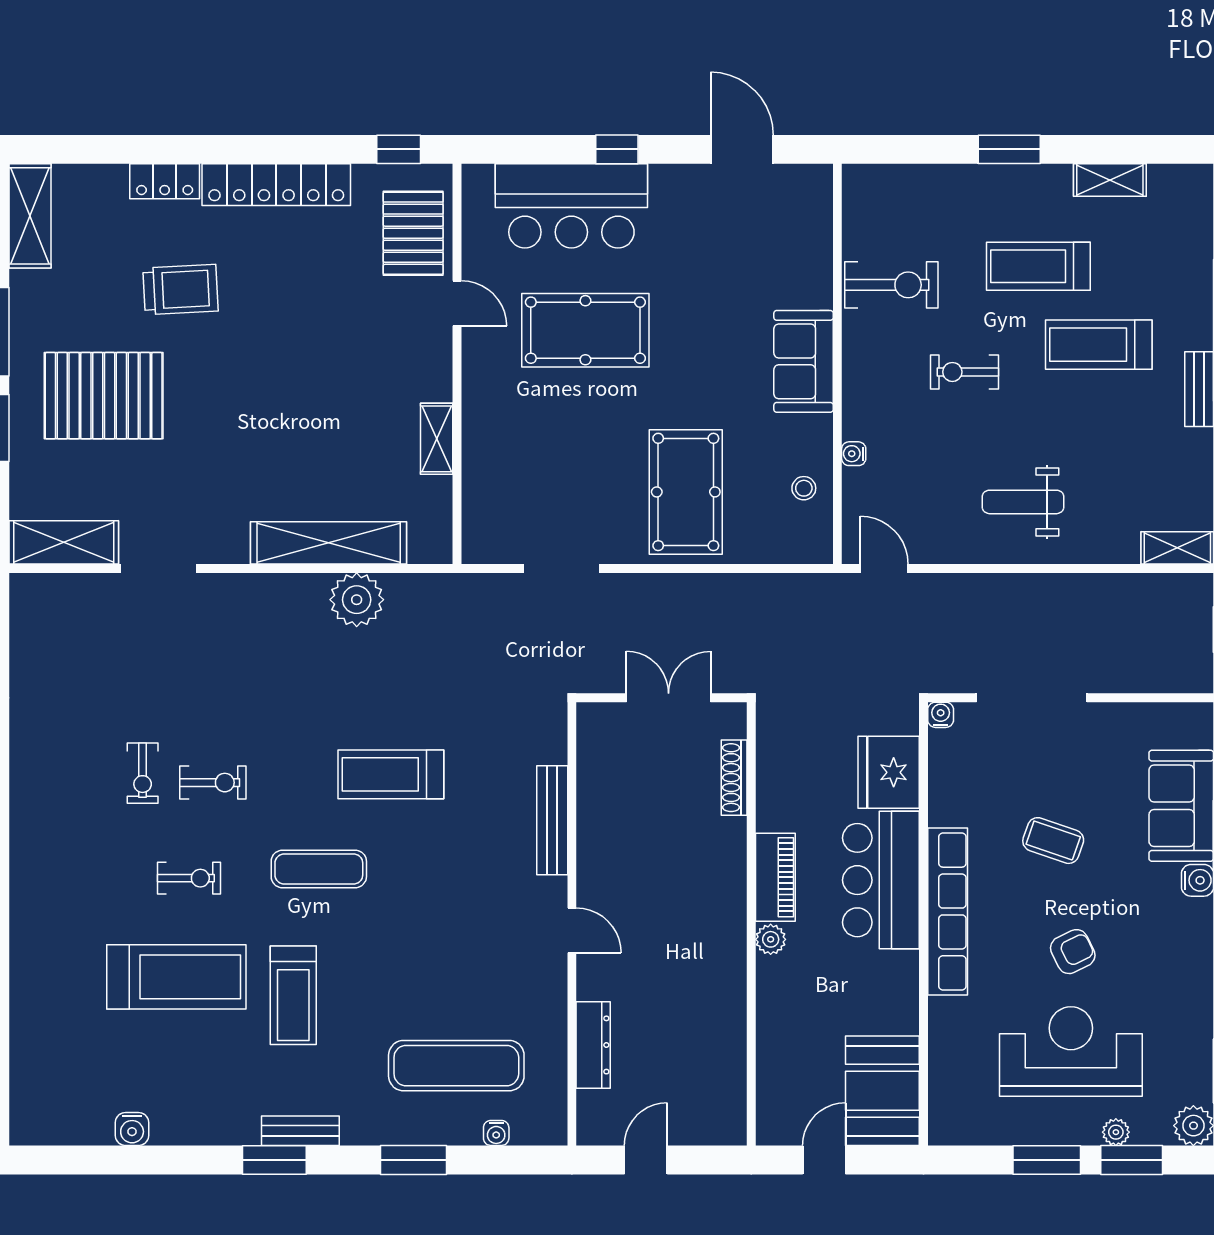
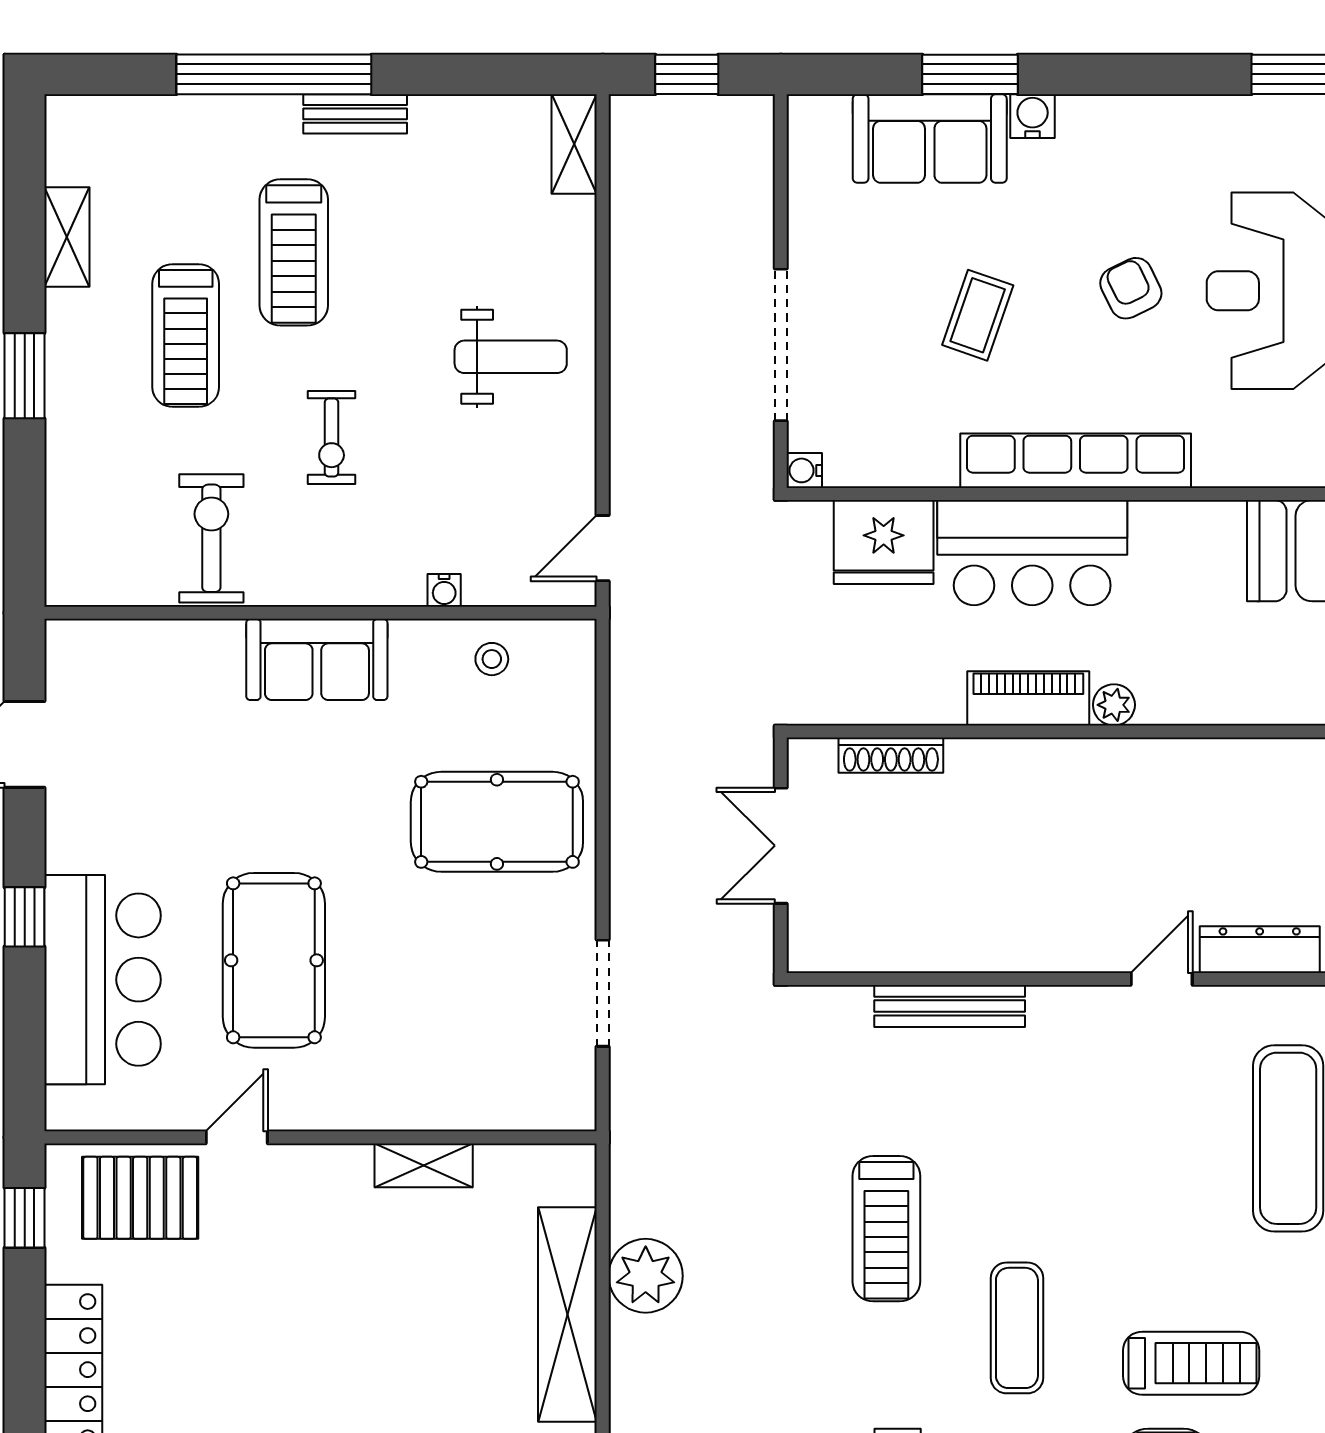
weight bench: (1023, 502) -> (511, 357), turned -90
door: (572, 930) -> (1162, 979), moved

